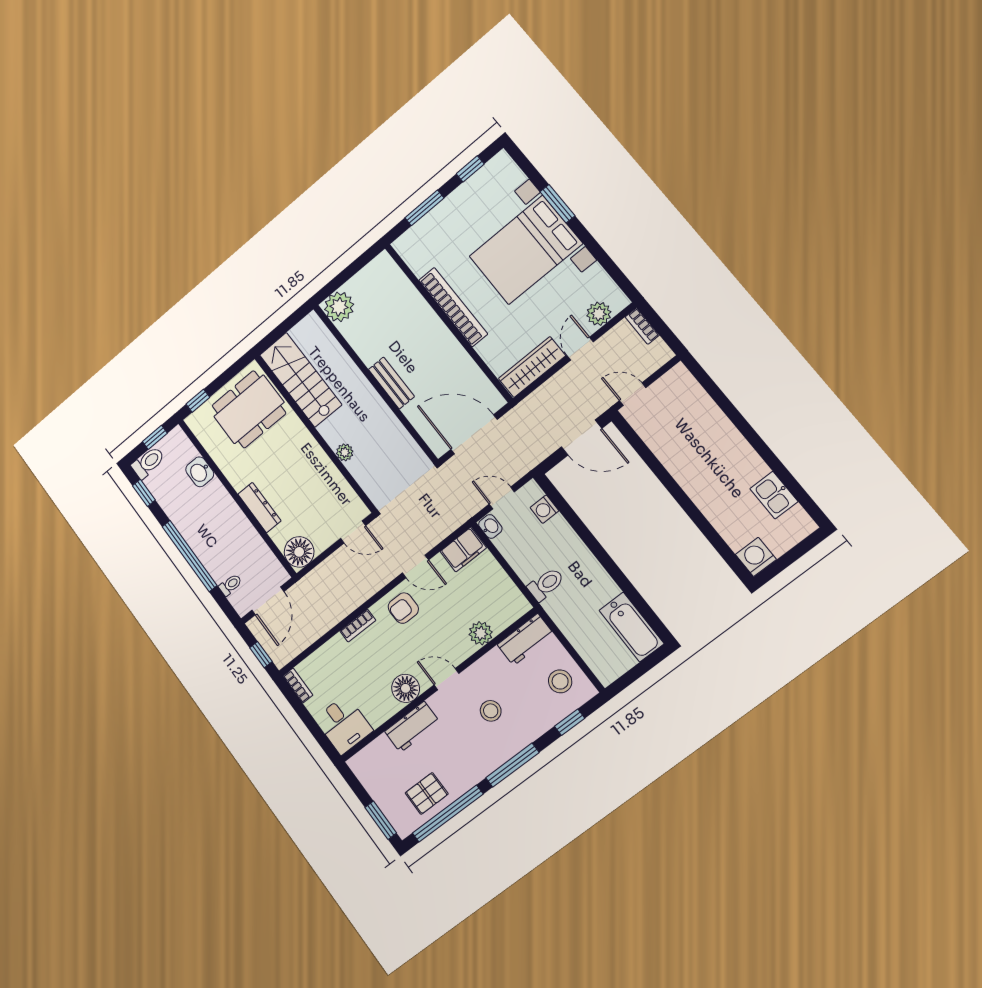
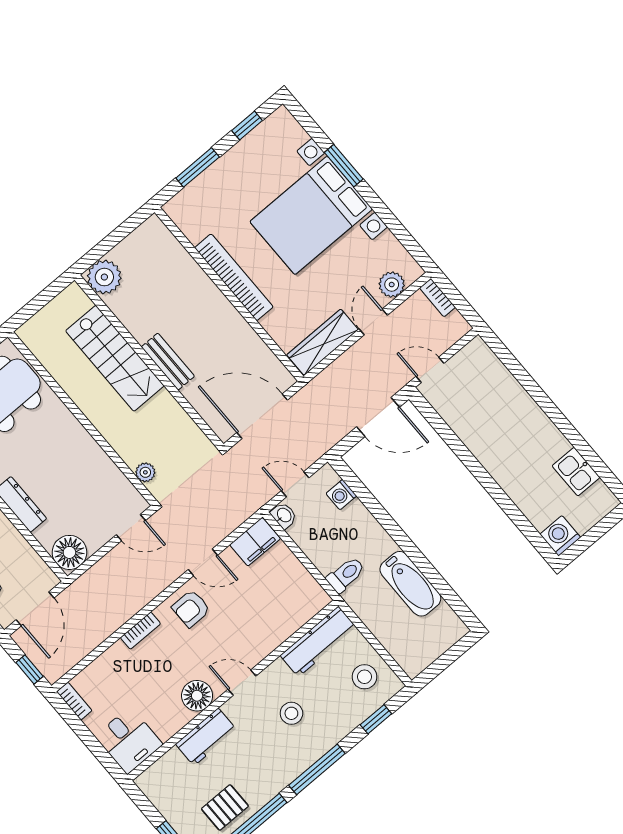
stairs: (300, 380) -> (115, 358), moved, turned 180
plant: (345, 452) -> (145, 472), moved
bathtub: (631, 627) -> (410, 584), moved
plant: (481, 633) -> (277, 631), removed
workbench: (526, 640) -> (318, 642), width x1.38

